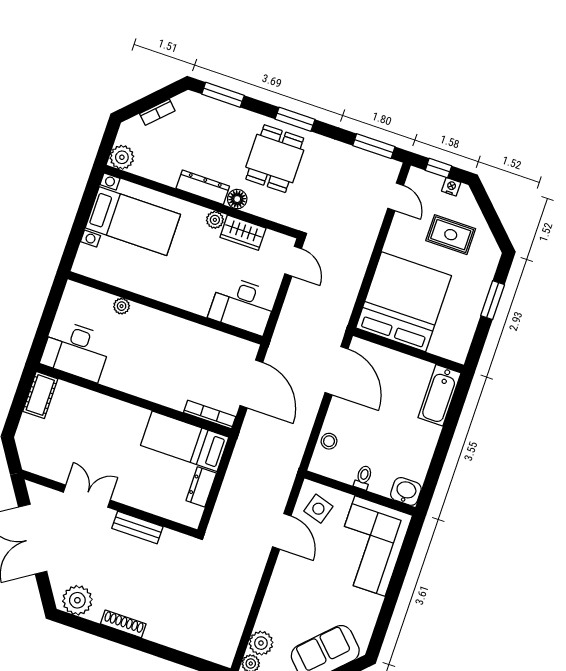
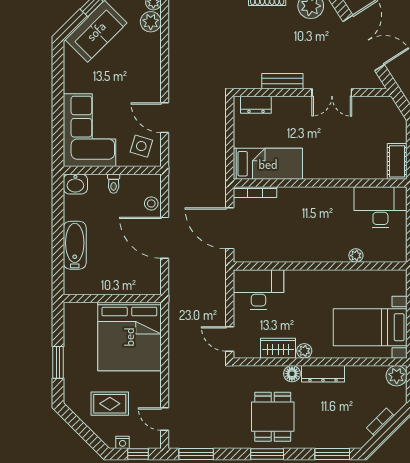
door: (336, 371) -> (165, 238), moved
bathtub: (439, 395) -> (75, 245), moved
dresser: (201, 487) -> (256, 105), moved, turned 90

